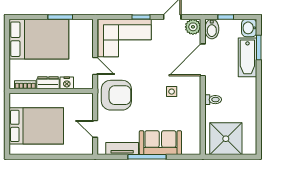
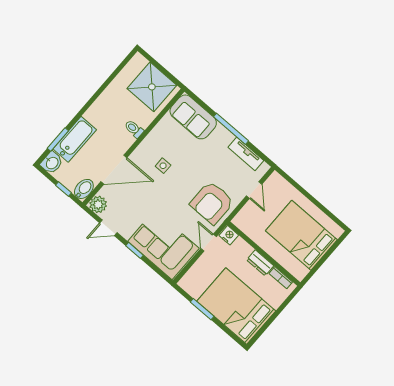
nightstand: (67, 83) -> (229, 235), moved
armchair: (116, 95) -> (212, 203), turned -90
sofa: (160, 143) -> (193, 117), moved

